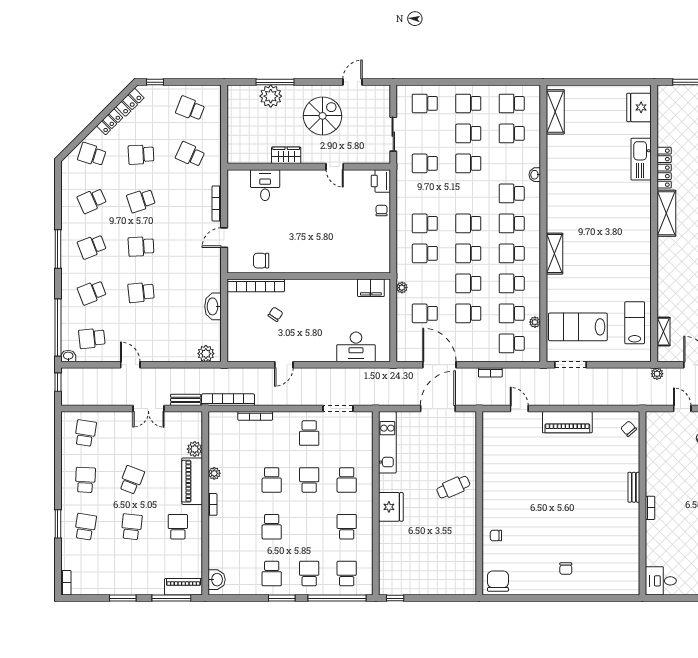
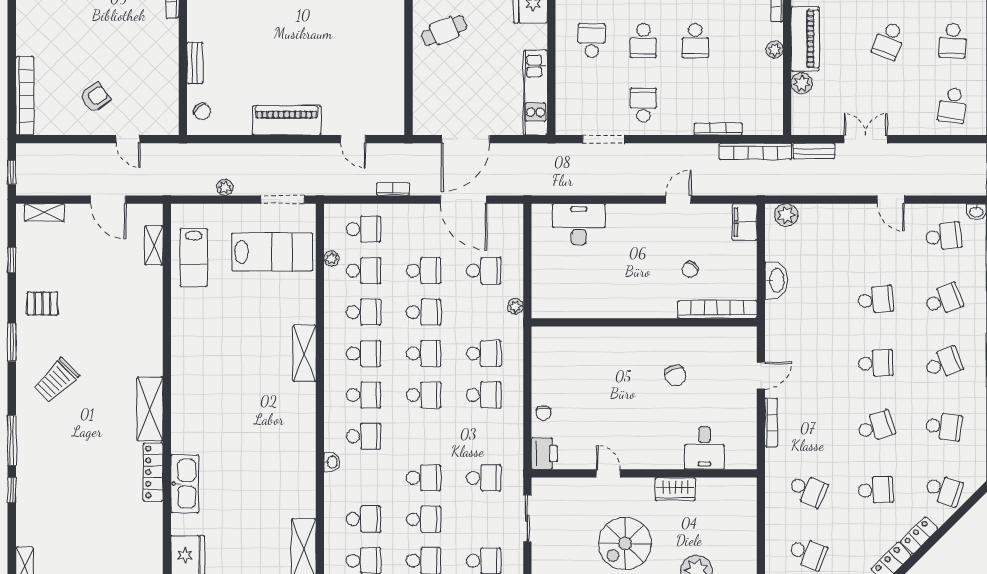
school desk: (92, 200) -> (944, 427), turned 30
chair: (261, 261) -> (675, 375), moved, turned 67
filing cabinet: (371, 288) -> (745, 222), moved, turned -90
plant: (657, 374) -> (225, 187), moved
school desk: (272, 480) -> (695, 41), turned 180
bench: (634, 487) -> (195, 63), moved

